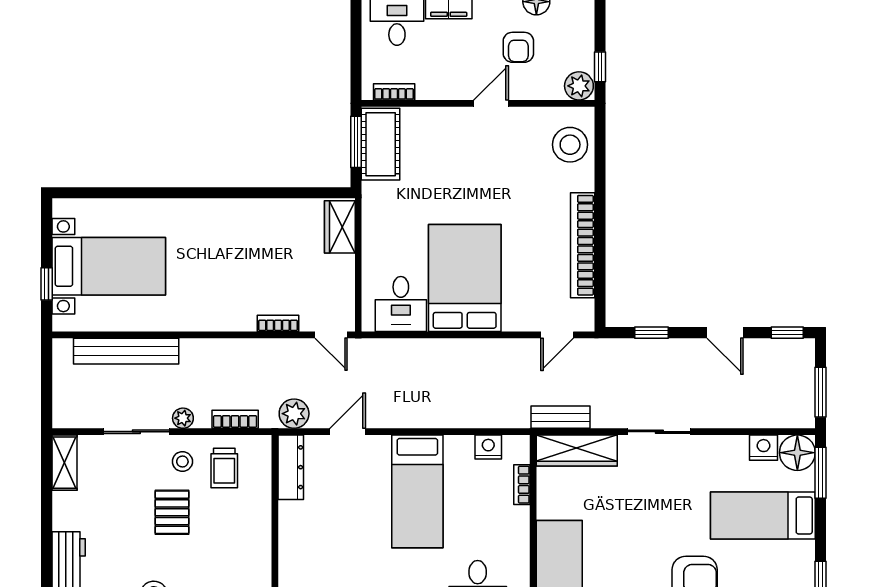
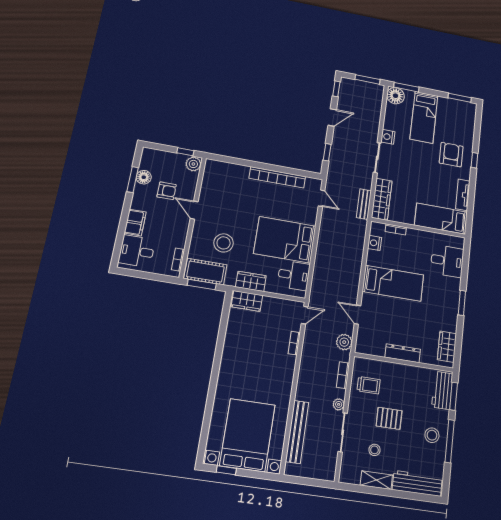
stool: (570, 145) -> (224, 243), moved
wardrobe: (376, 228) -> (251, 281), added
bed with nightstands: (109, 266) -> (248, 435), width x1.36
window: (47, 284) -> (226, 470), moved
nightstand: (764, 448) -> (388, 137), moved
stool: (182, 462) -> (374, 450), moved
shelving: (64, 463) -> (376, 480), moved
dresser: (291, 467) -> (403, 353), moved

